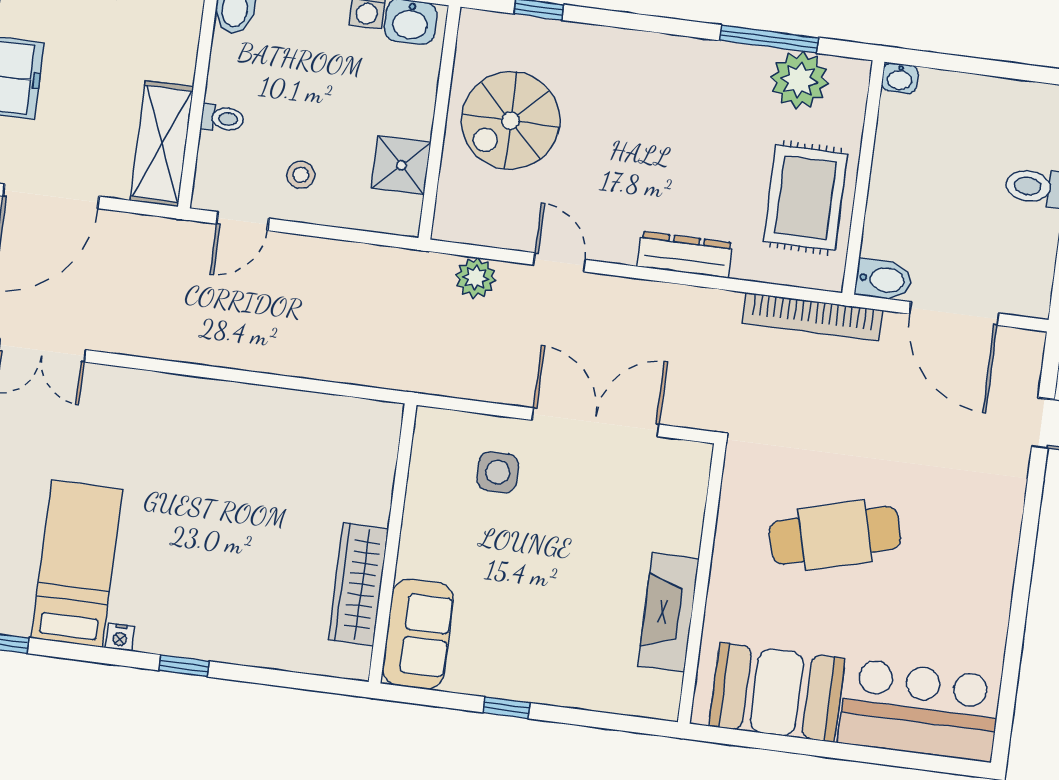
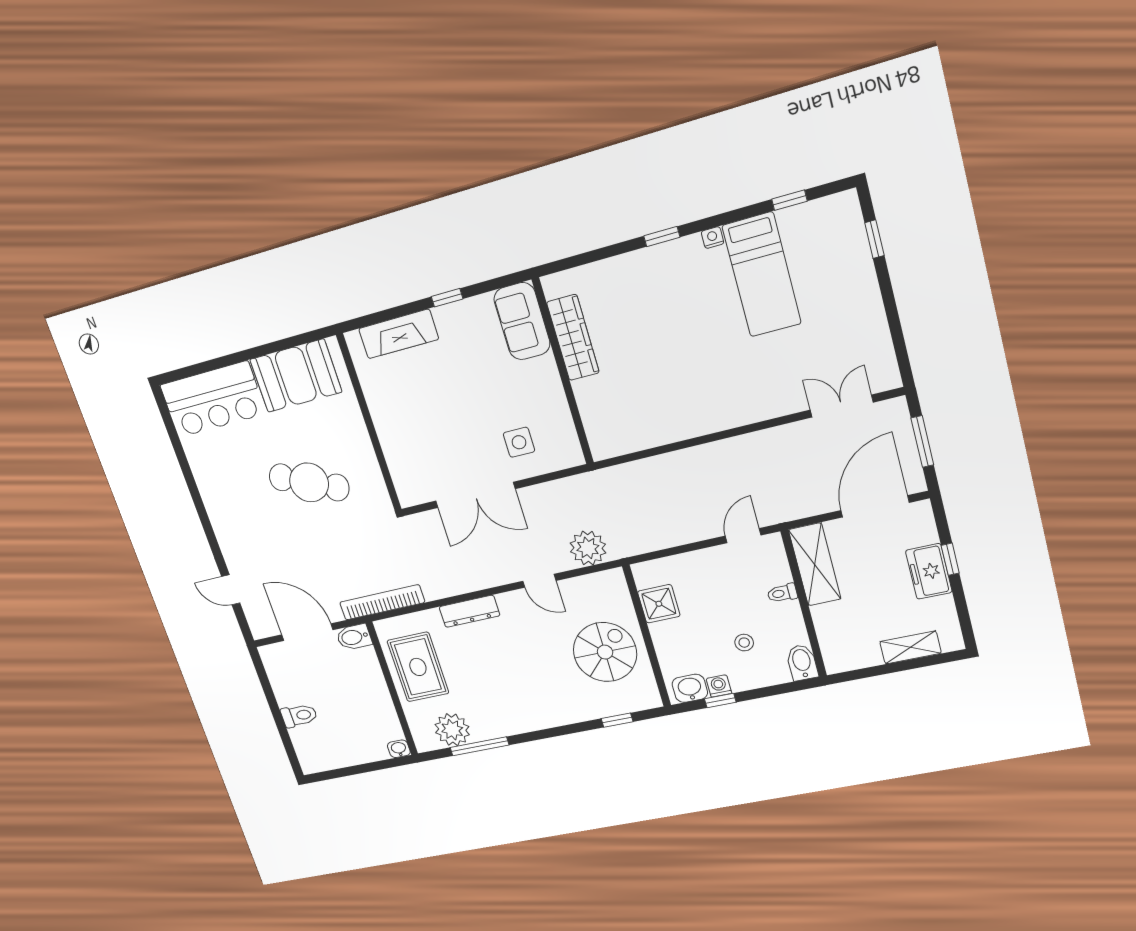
stool: (301, 175) -> (744, 643), moved
plant: (476, 278) -> (588, 548), width x1.36, depth x1.36
cafe table: (835, 535) -> (309, 482), turned 39
fireplace: (668, 612) -> (399, 334), moved, turned 90

